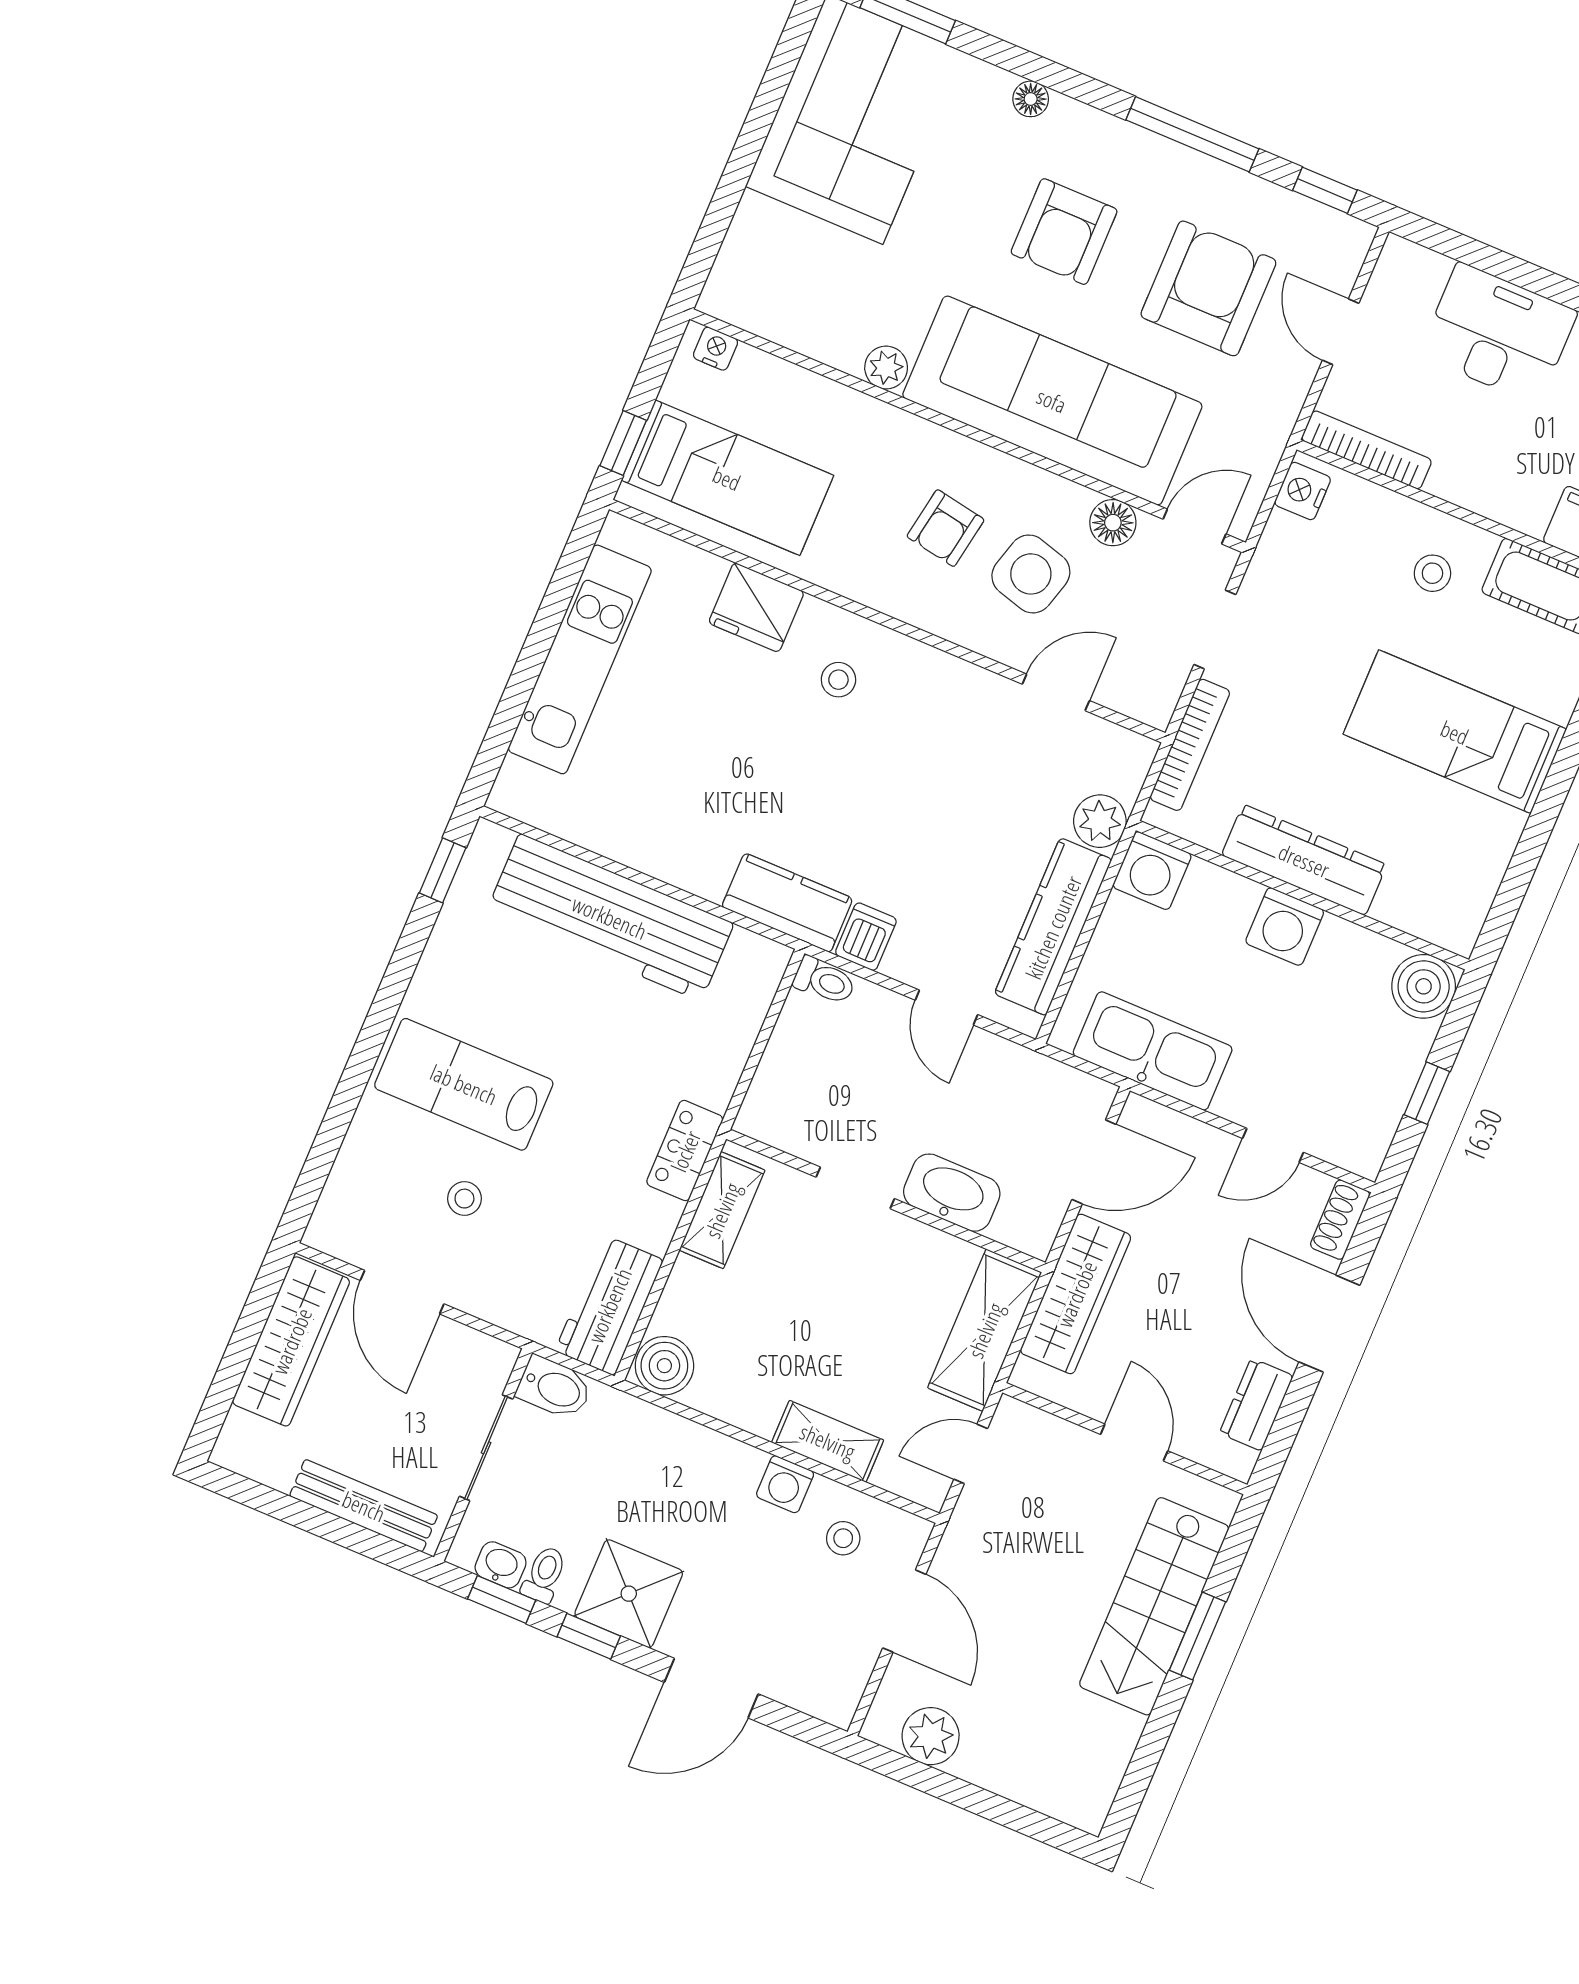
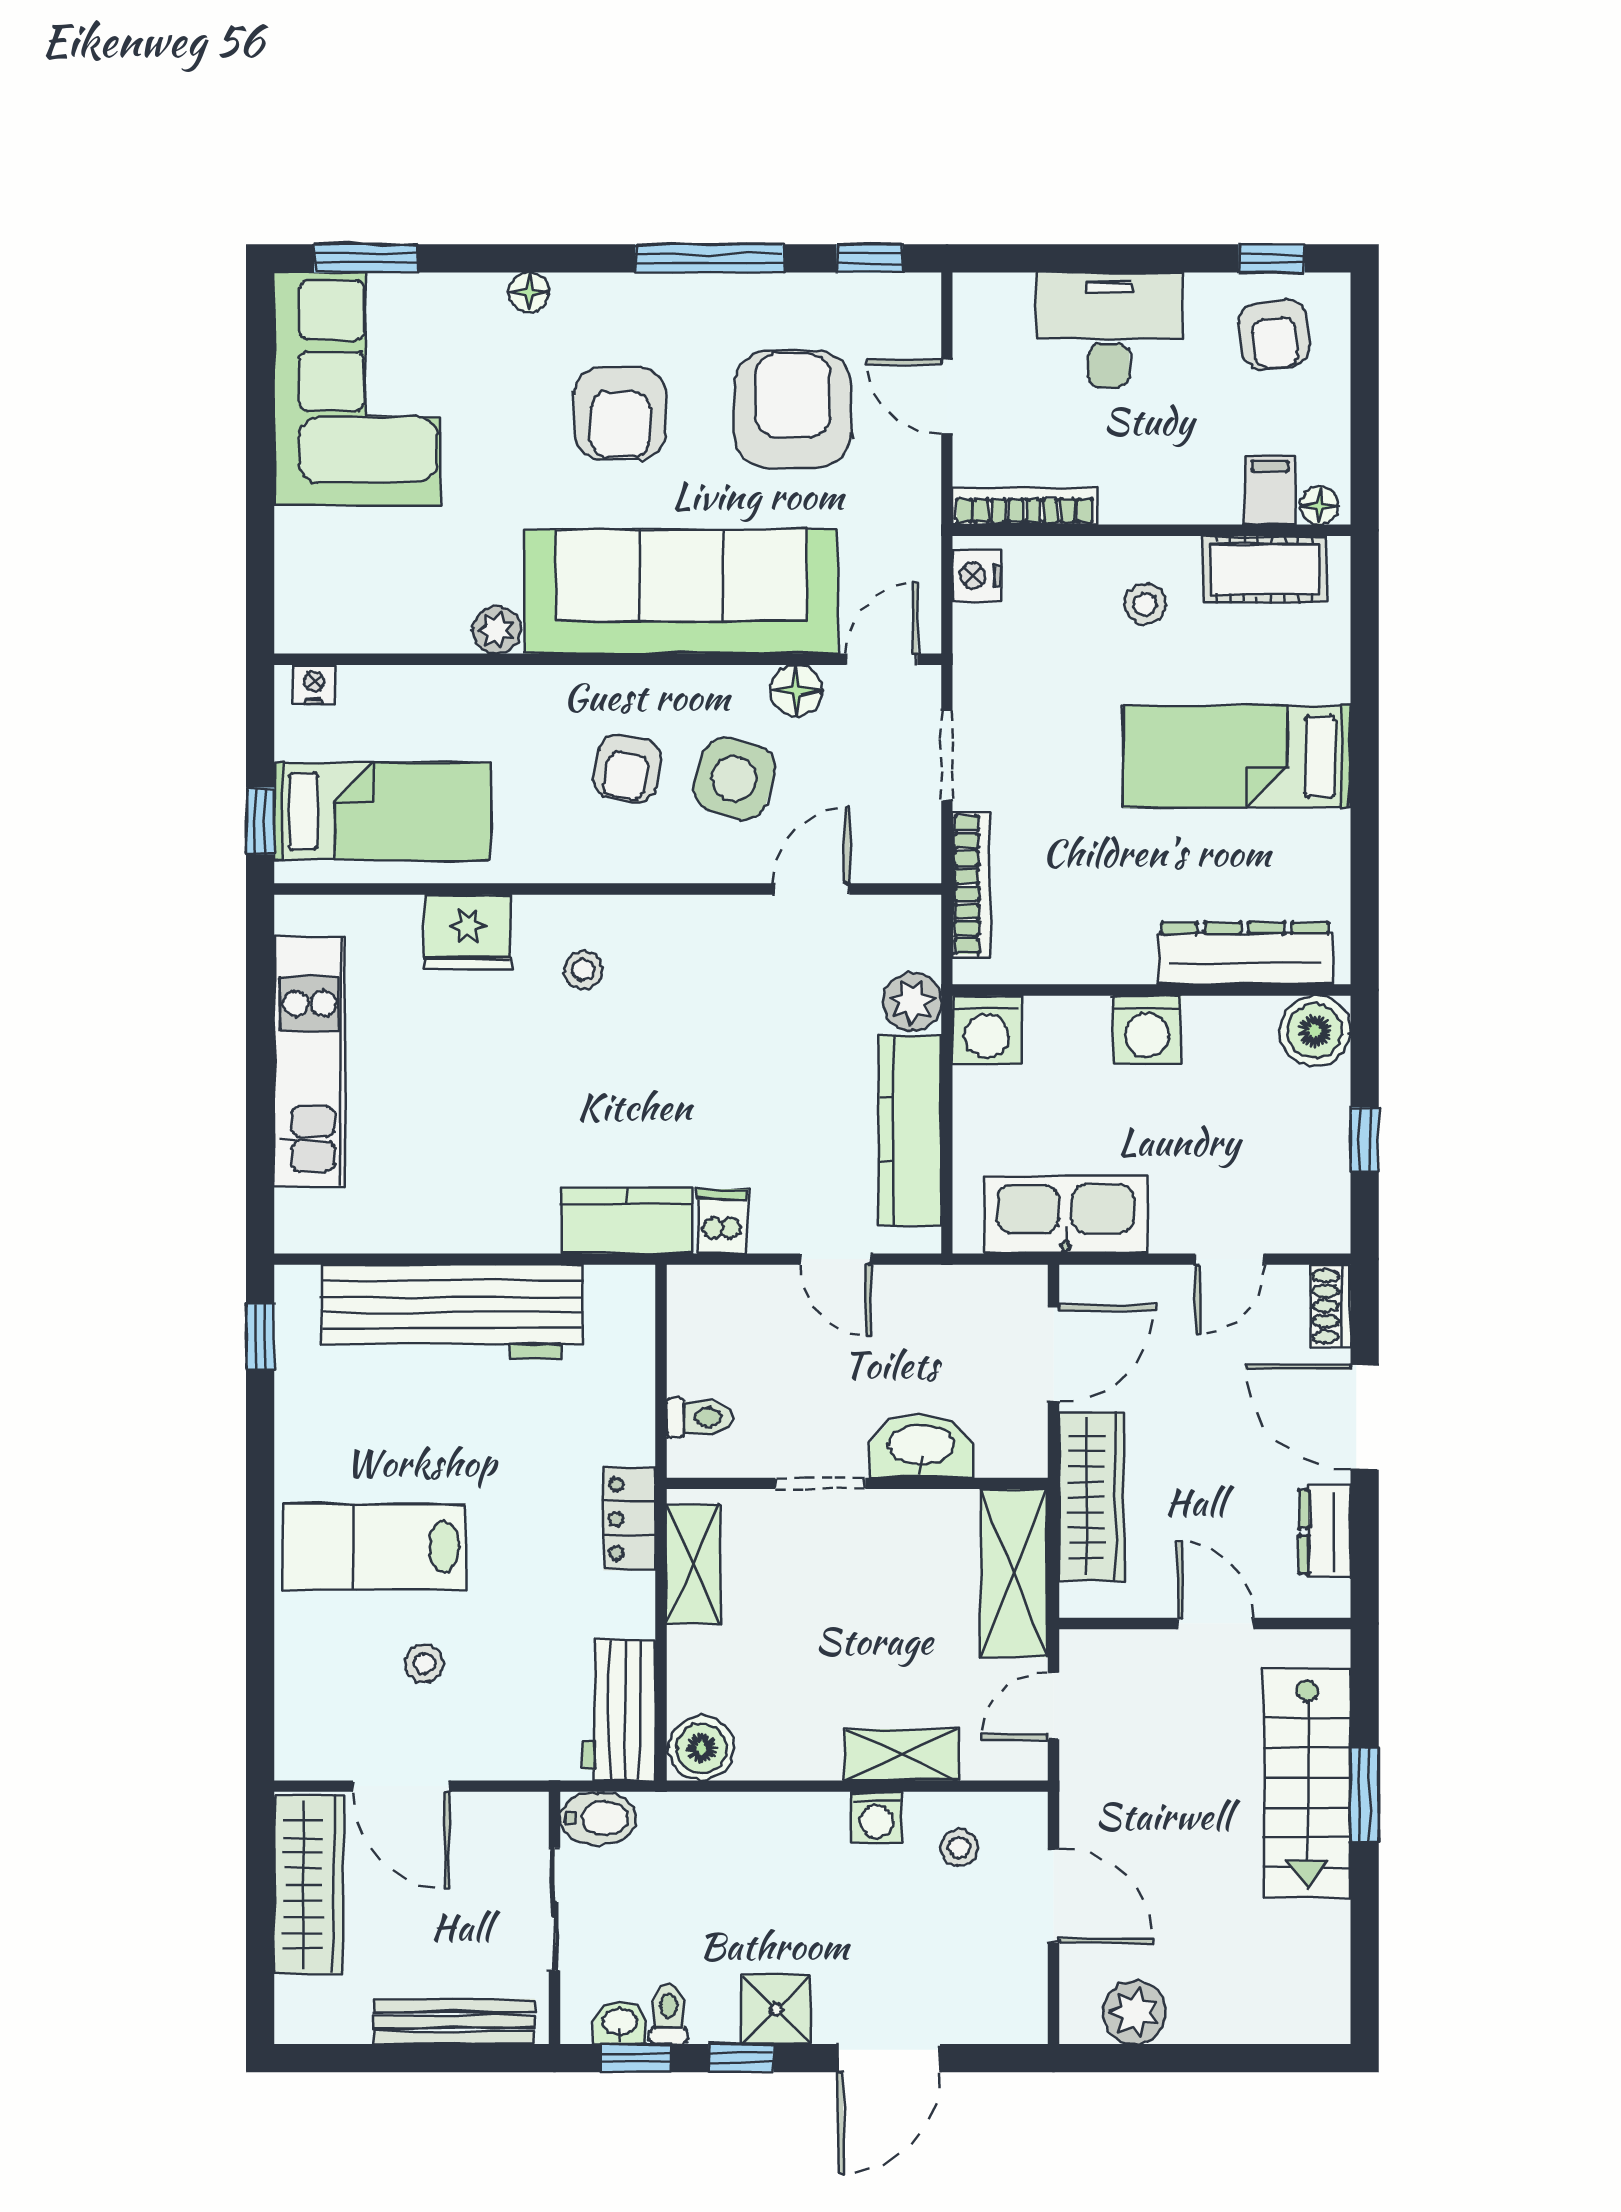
dresser: (1304, 860) -> (1245, 953), moved
toilet: (824, 981) -> (699, 1417), moved
shower: (629, 1594) -> (776, 2010), width x0.73, depth x0.73

